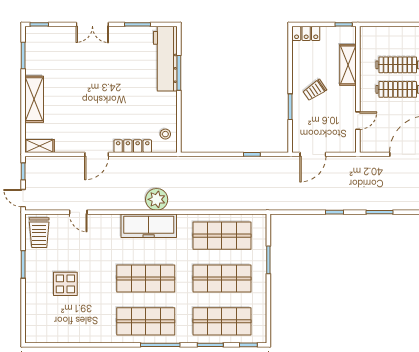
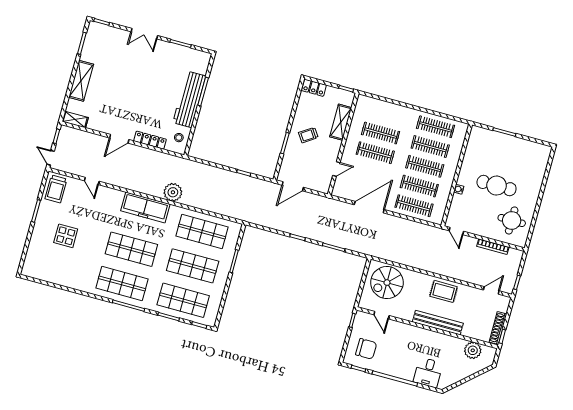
workbench: (165, 59) -> (189, 99), moved
plant: (157, 199) -> (173, 192), moved

